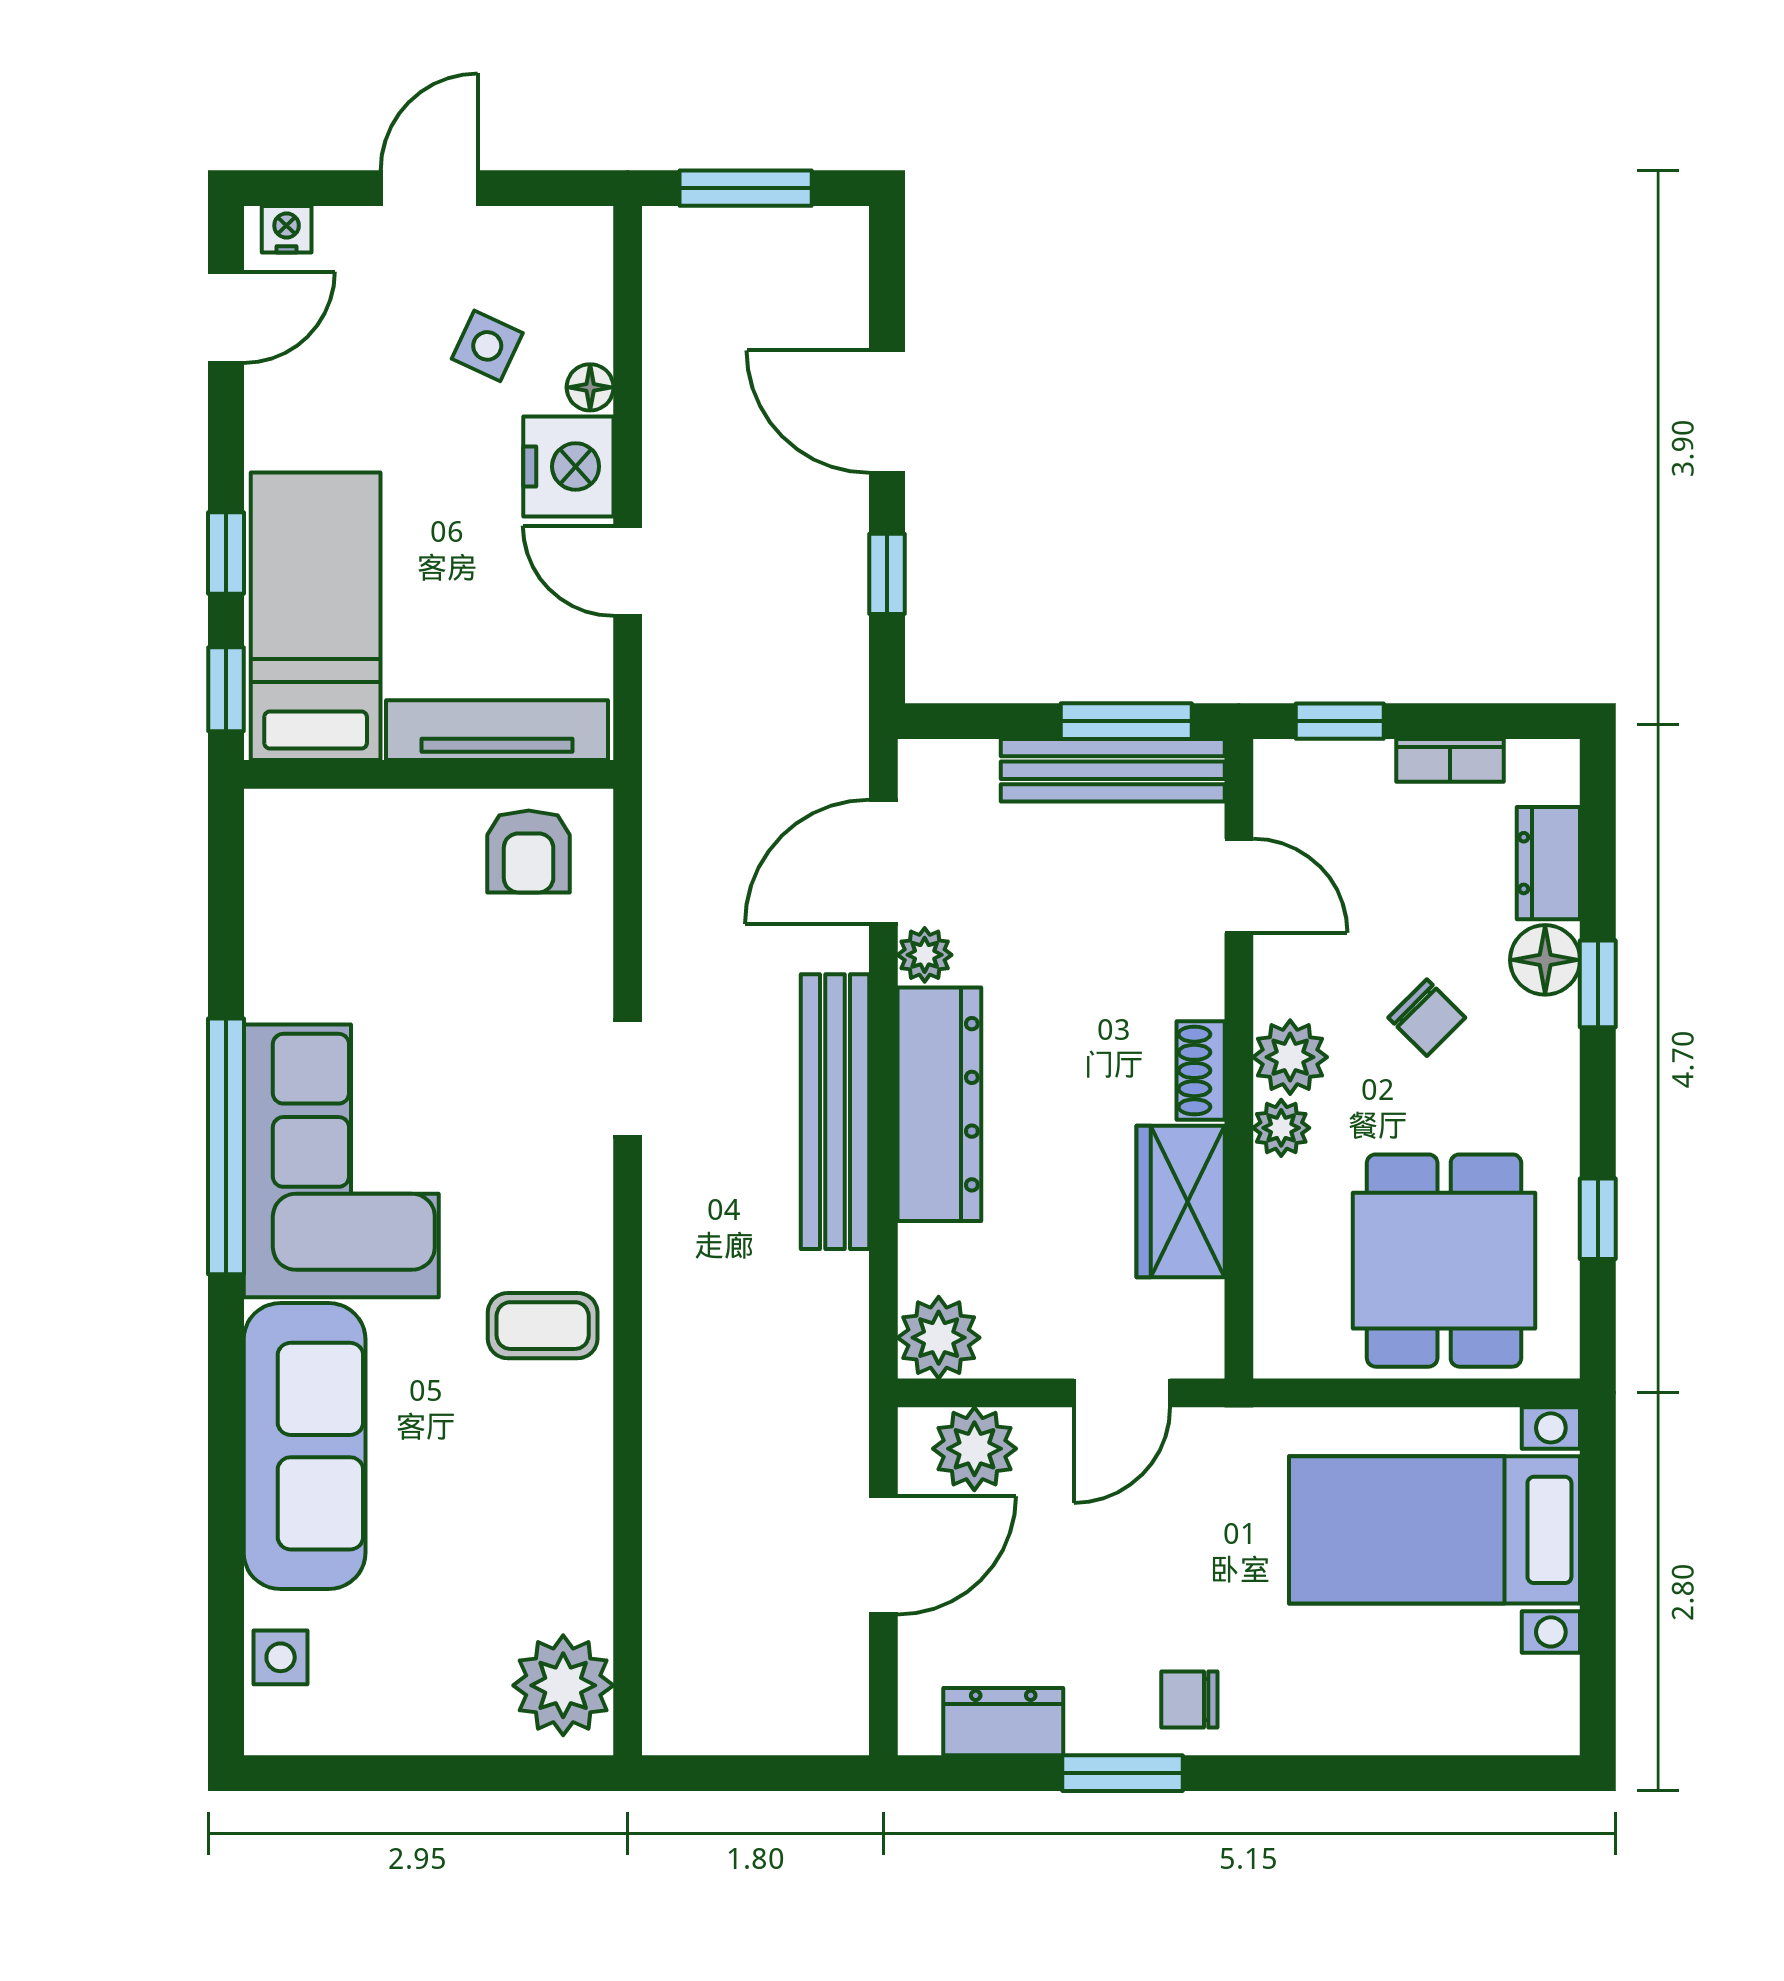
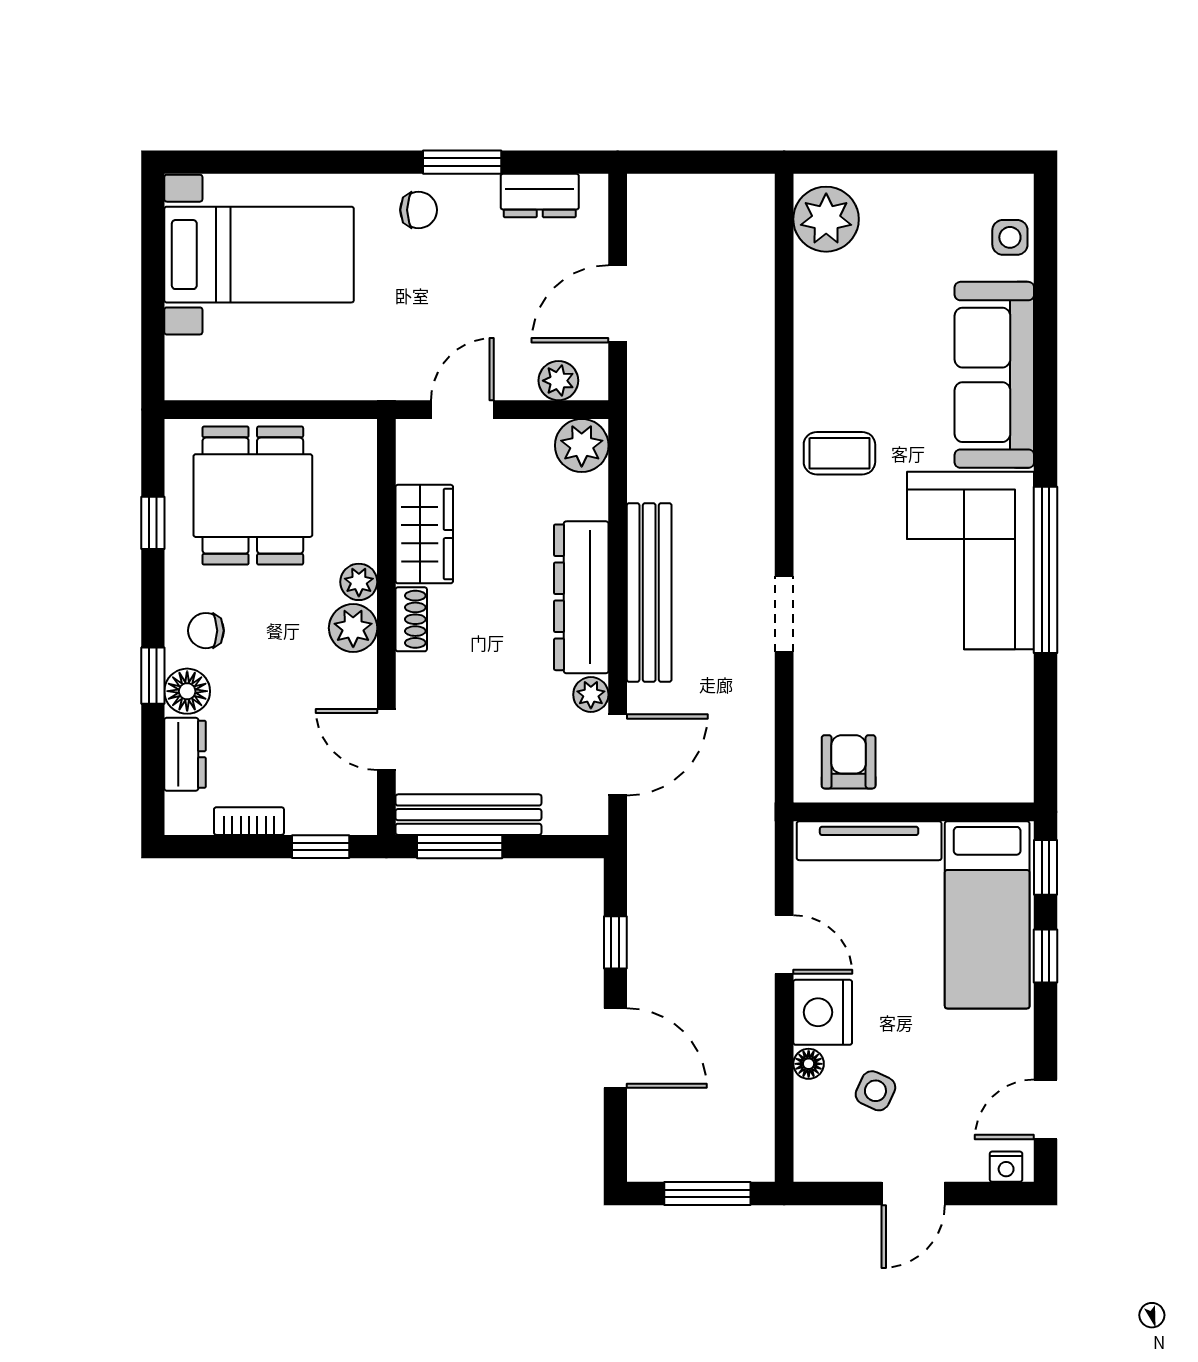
chair: (1427, 1018) -> (206, 631), moved, turned -45
plant: (974, 1449) -> (558, 381), width x0.73, depth x0.73
bed with nightstands: (1435, 1530) -> (259, 255), moved

